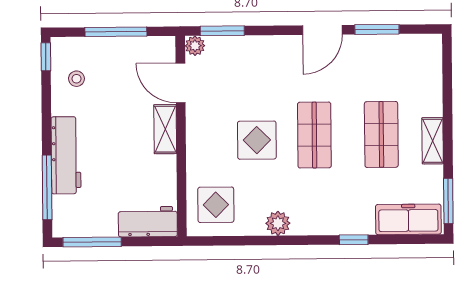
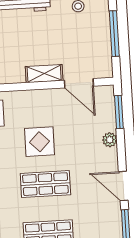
plant: (195, 46) -> (110, 140), moved
door: (181, 83) -> (79, 83), swing flipped

